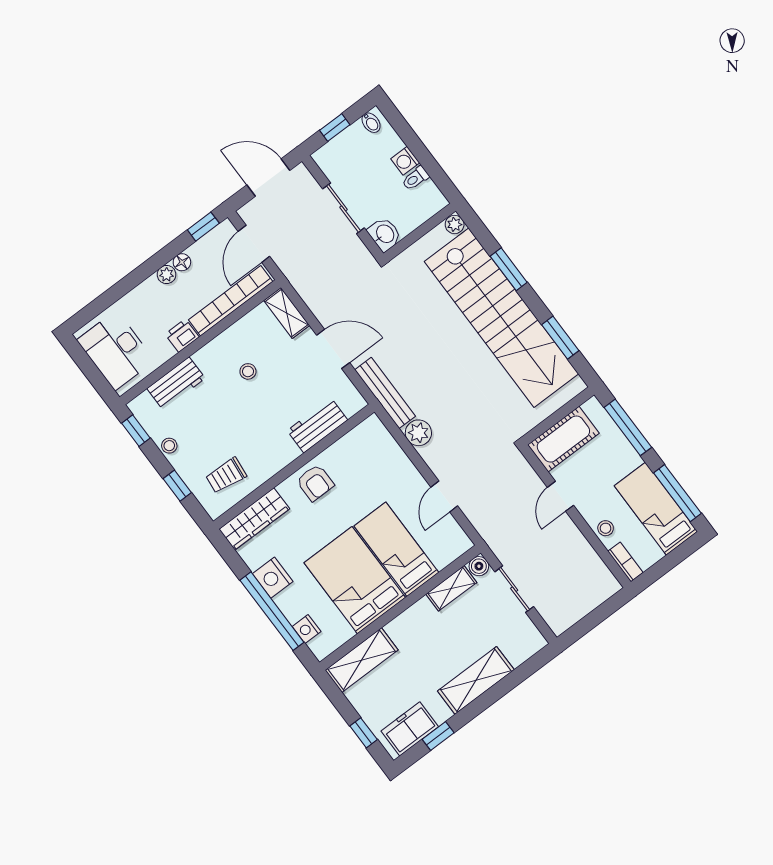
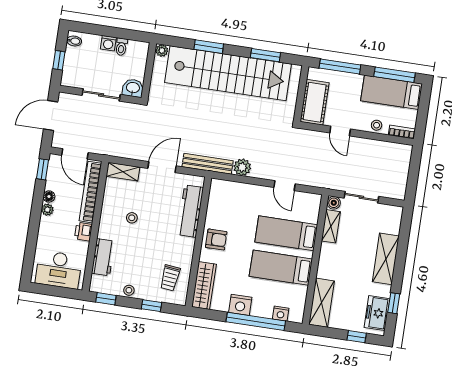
workbench: (317, 425) -> (190, 211), width x1.38
bed: (355, 580) -> (281, 268), width x0.67

